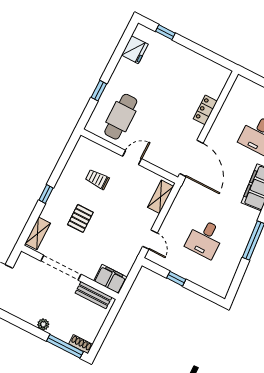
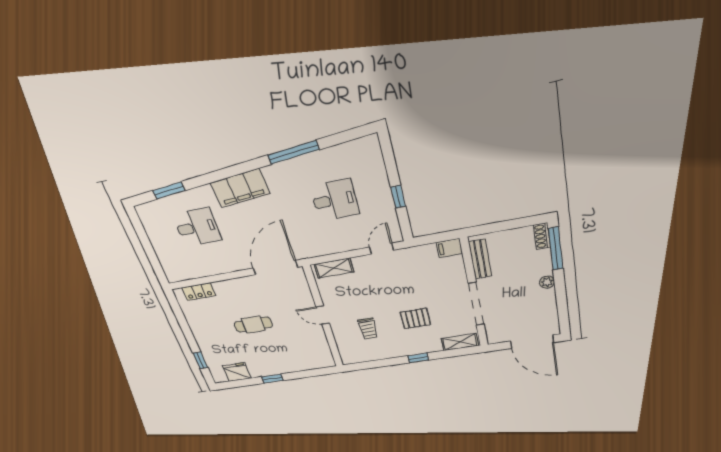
window: (99, 91) -> (272, 379), moved
locker: (205, 110) -> (199, 292), moved
cafe table: (121, 117) -> (253, 325), moved, width x0.73, depth x0.74
filing cabinet: (110, 279) -> (449, 248), width x0.50

